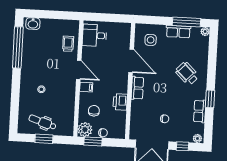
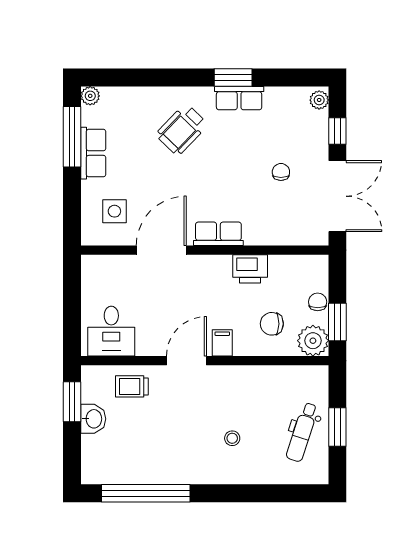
window: (62, 15) -> (72, 402), added
washbasin: (33, 24) -> (93, 419), moved
row of seats: (200, 111) -> (239, 98), moved

